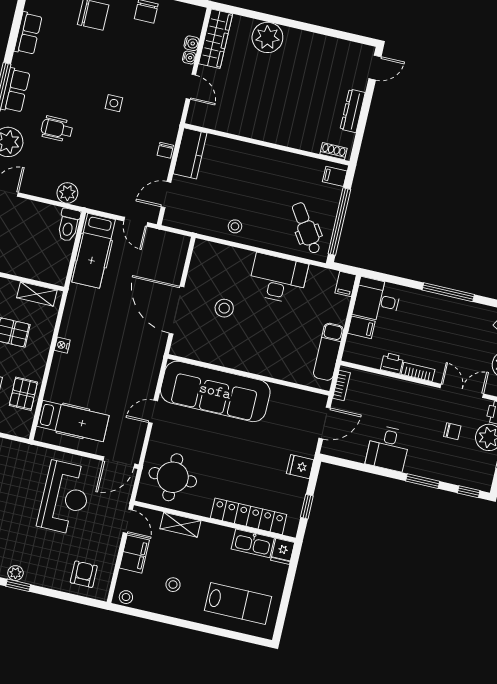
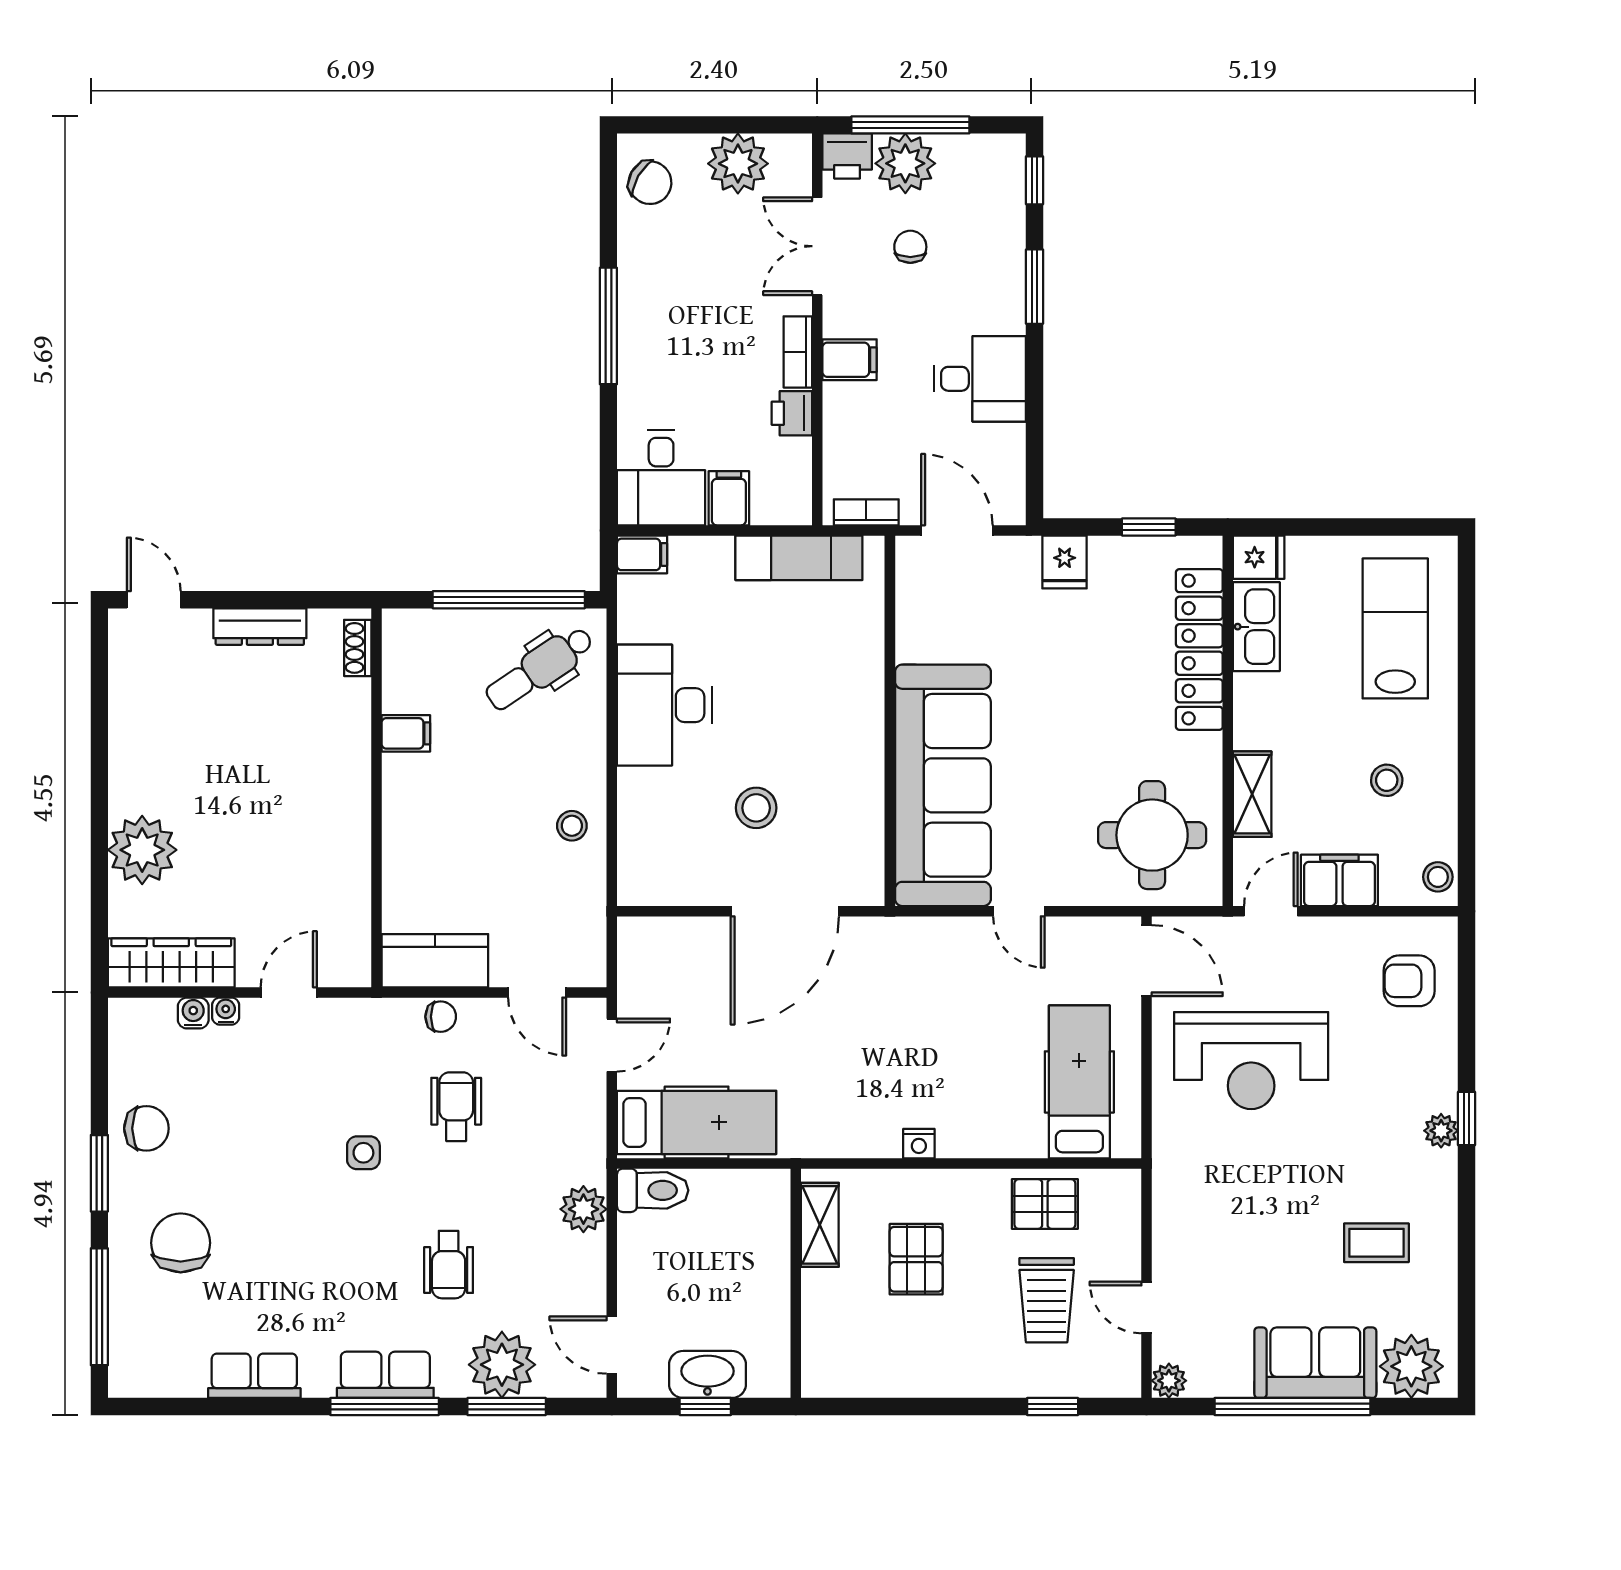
wheelchair: (125, 148) -> (456, 1107), added
filing cabinet: (335, 176) -> (406, 733), moved, turned -90
filing cabinet: (409, 394) -> (850, 360), added
reception desk: (65, 498) -> (1251, 1061), turned 180

